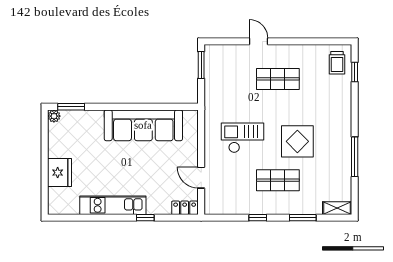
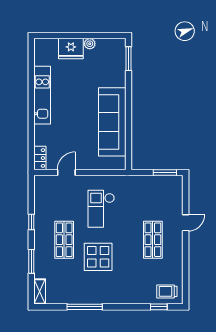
plant: (54, 116) -> (90, 44), moved
checkout: (243, 138) -> (101, 209), turned 180
window: (145, 218) -> (31, 124), removed

